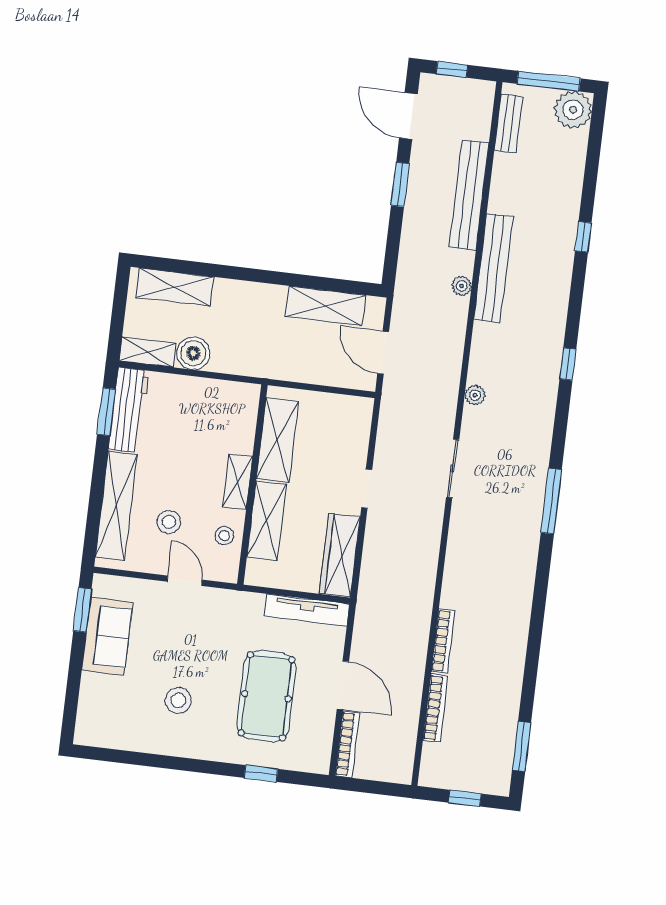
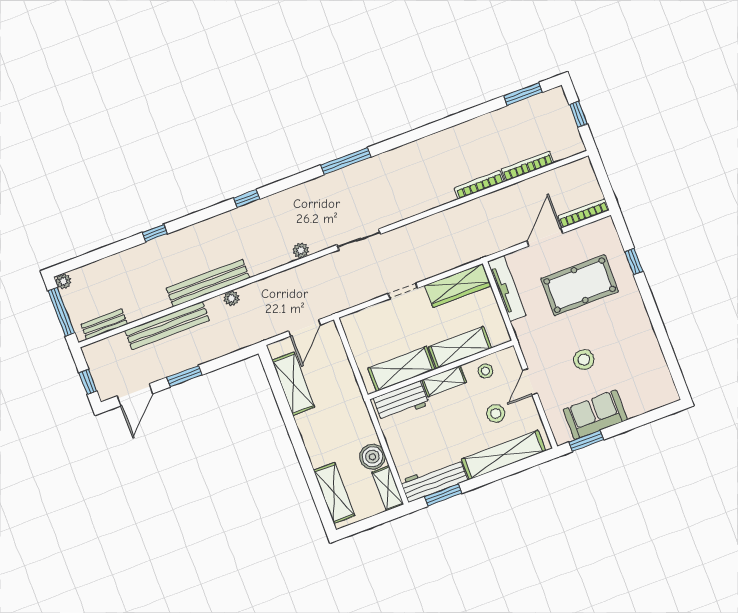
plant: (573, 110) -> (63, 281), width x0.53, depth x0.53
workbench: (240, 420) -> (401, 401), added
stool: (178, 700) -> (584, 360), moved

